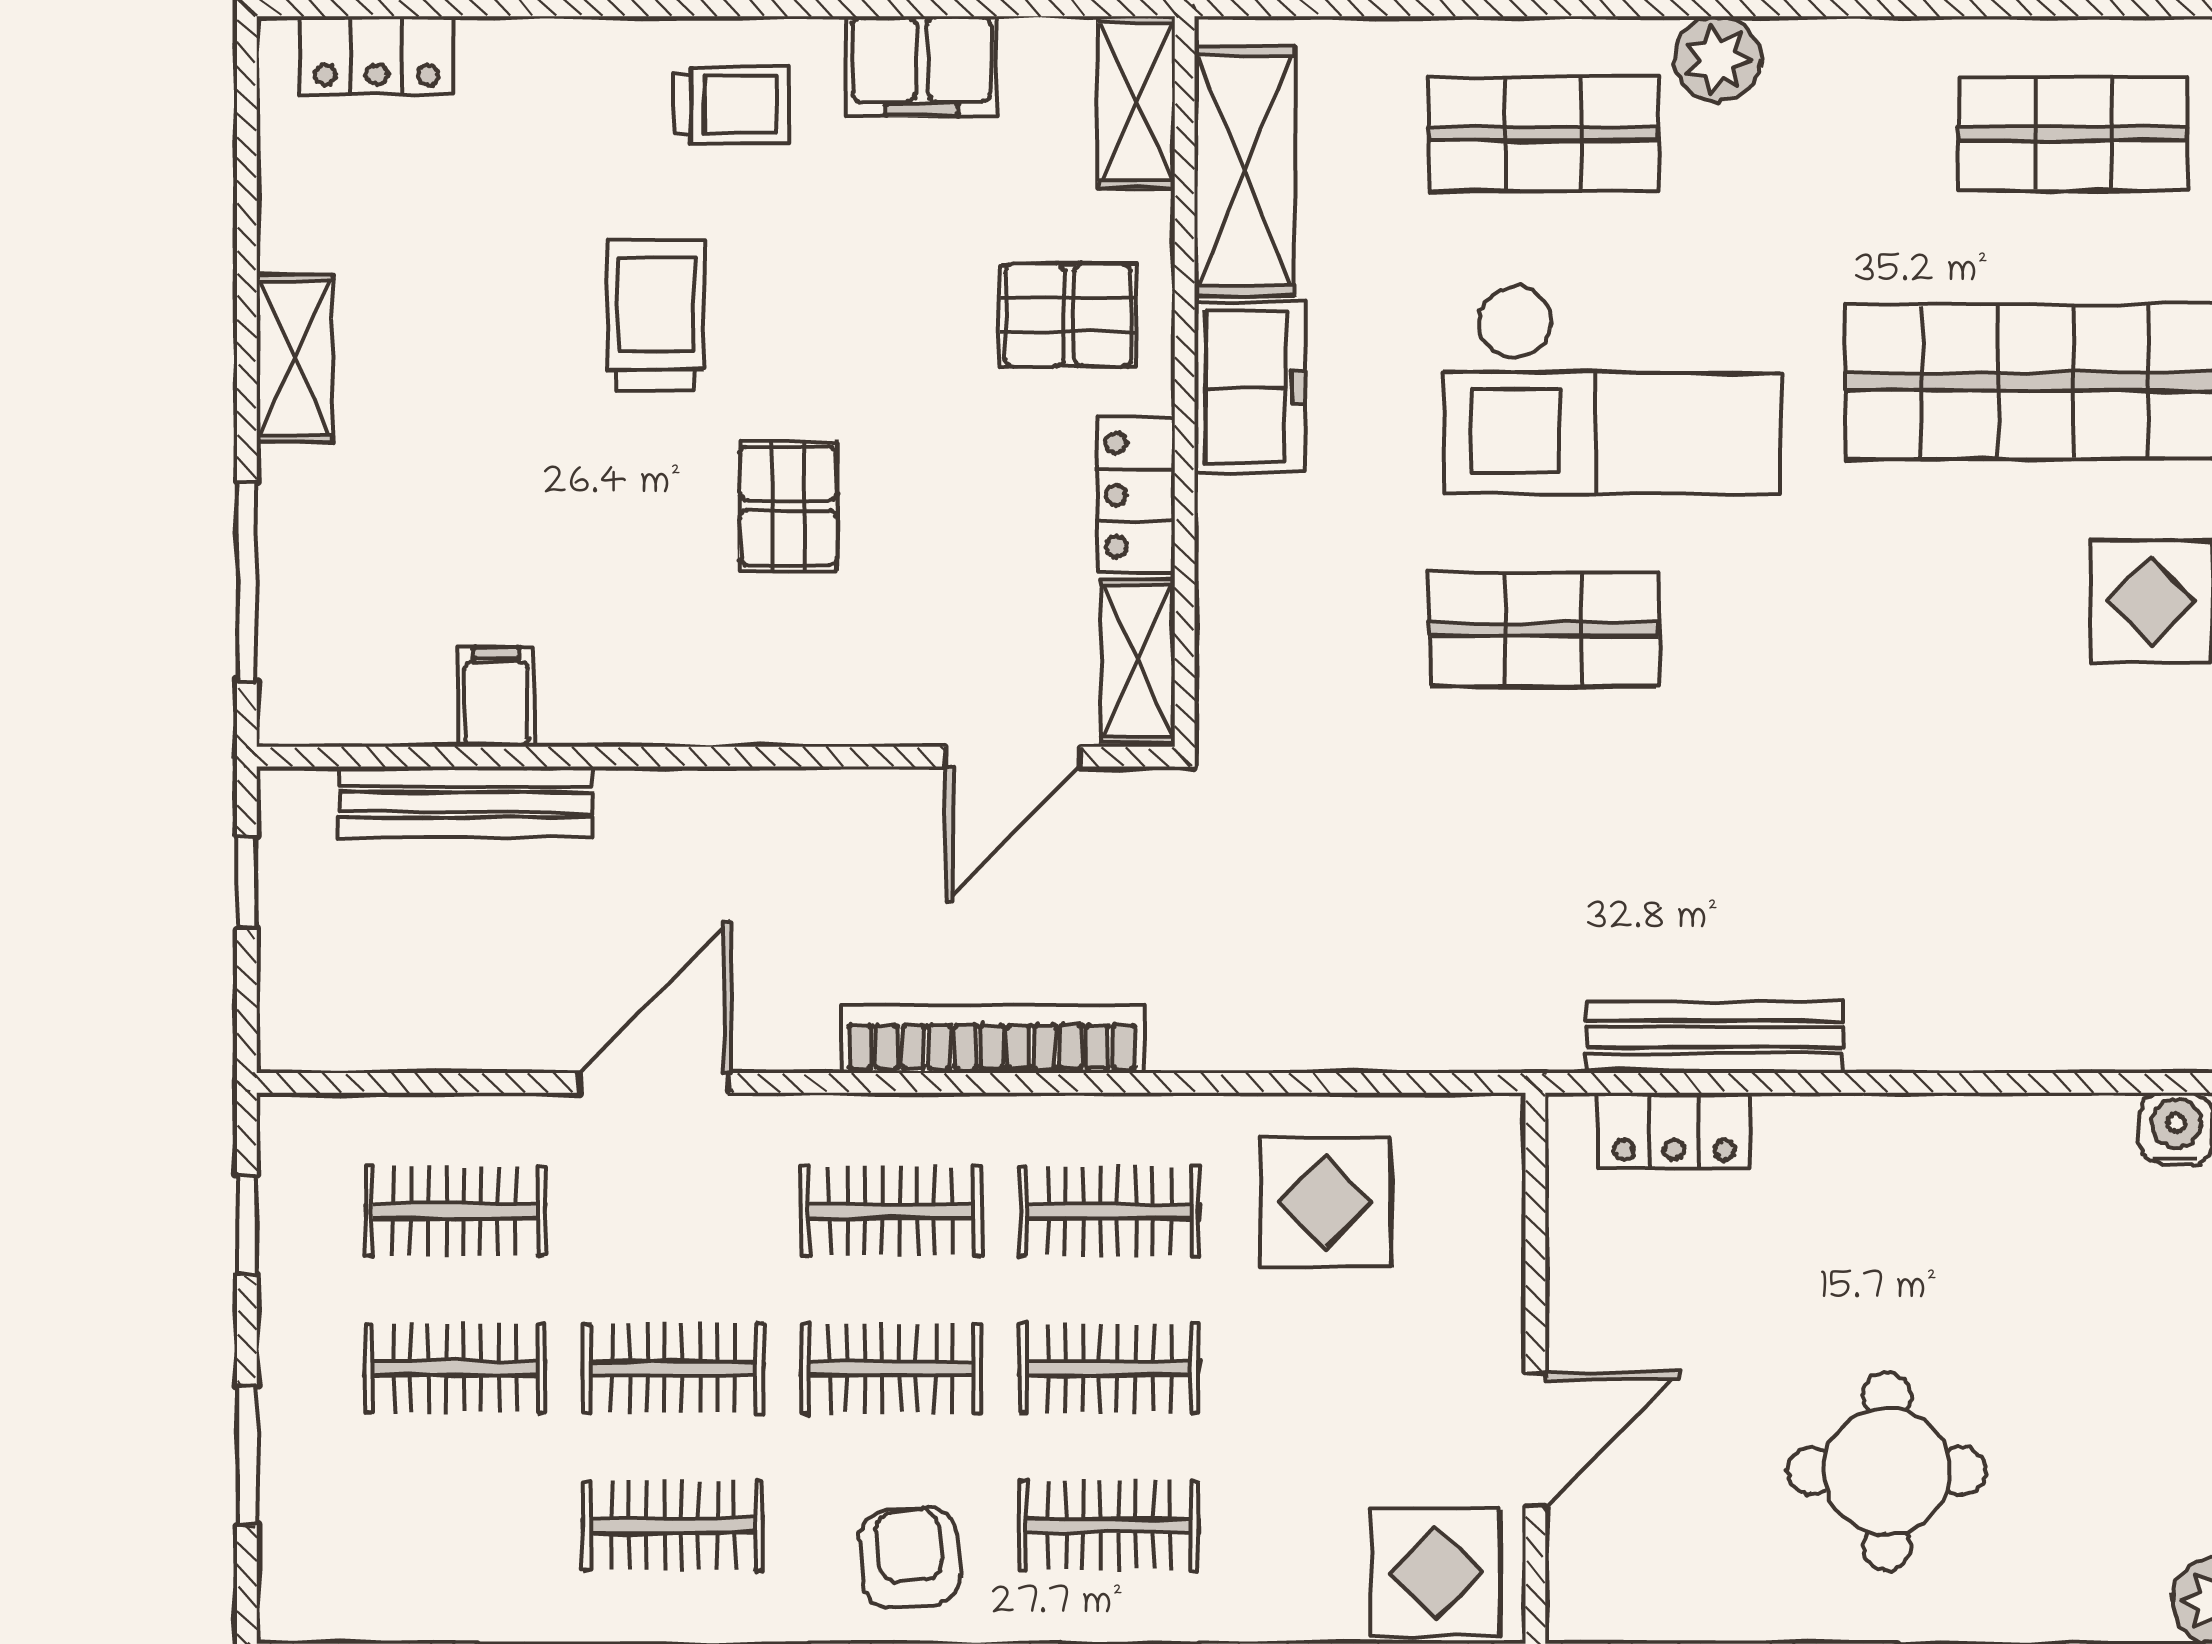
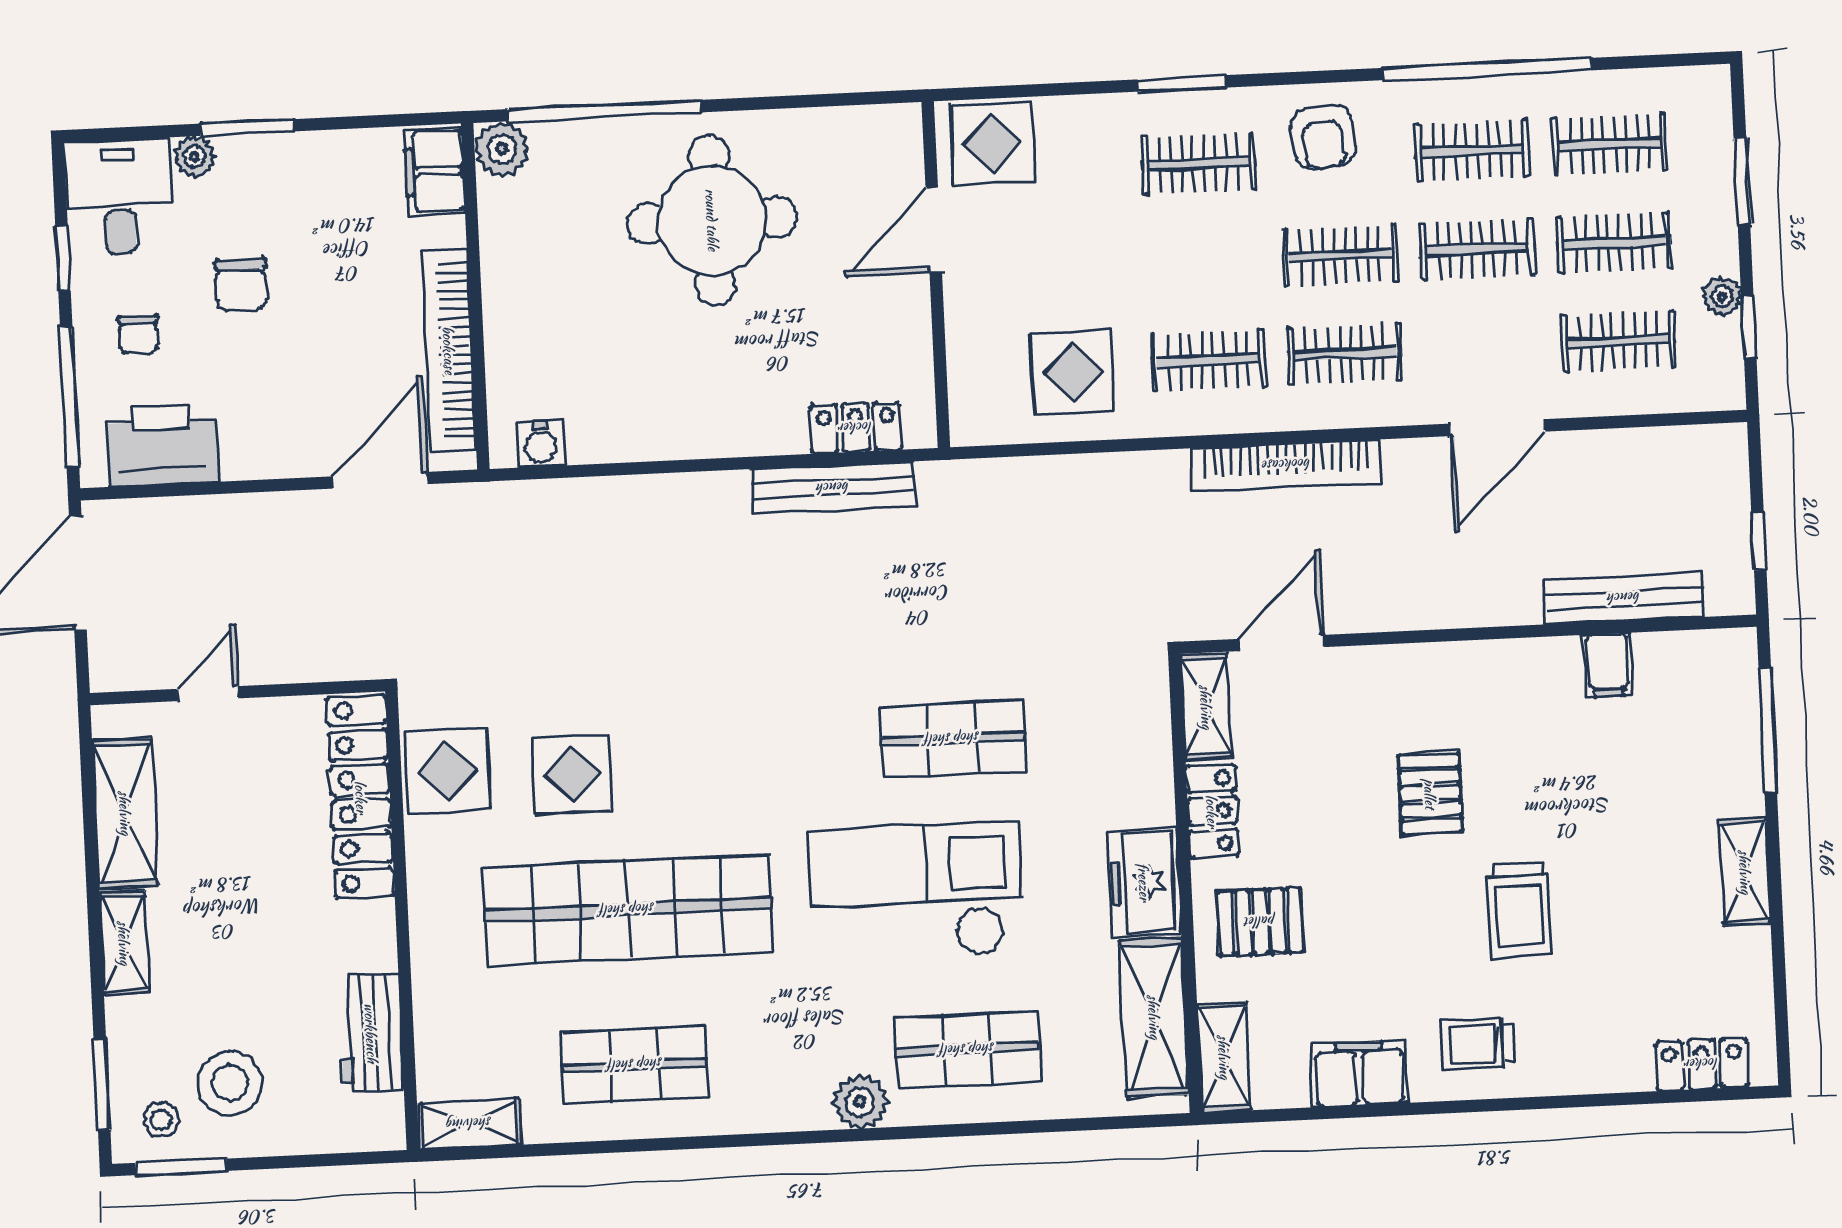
plant: (287, 1275) -> (1722, 296), added
clothes rail: (1109, 1368) -> (1609, 144), moved
round table: (1887, 1471) -> (712, 220), width x1.36, depth x1.36

